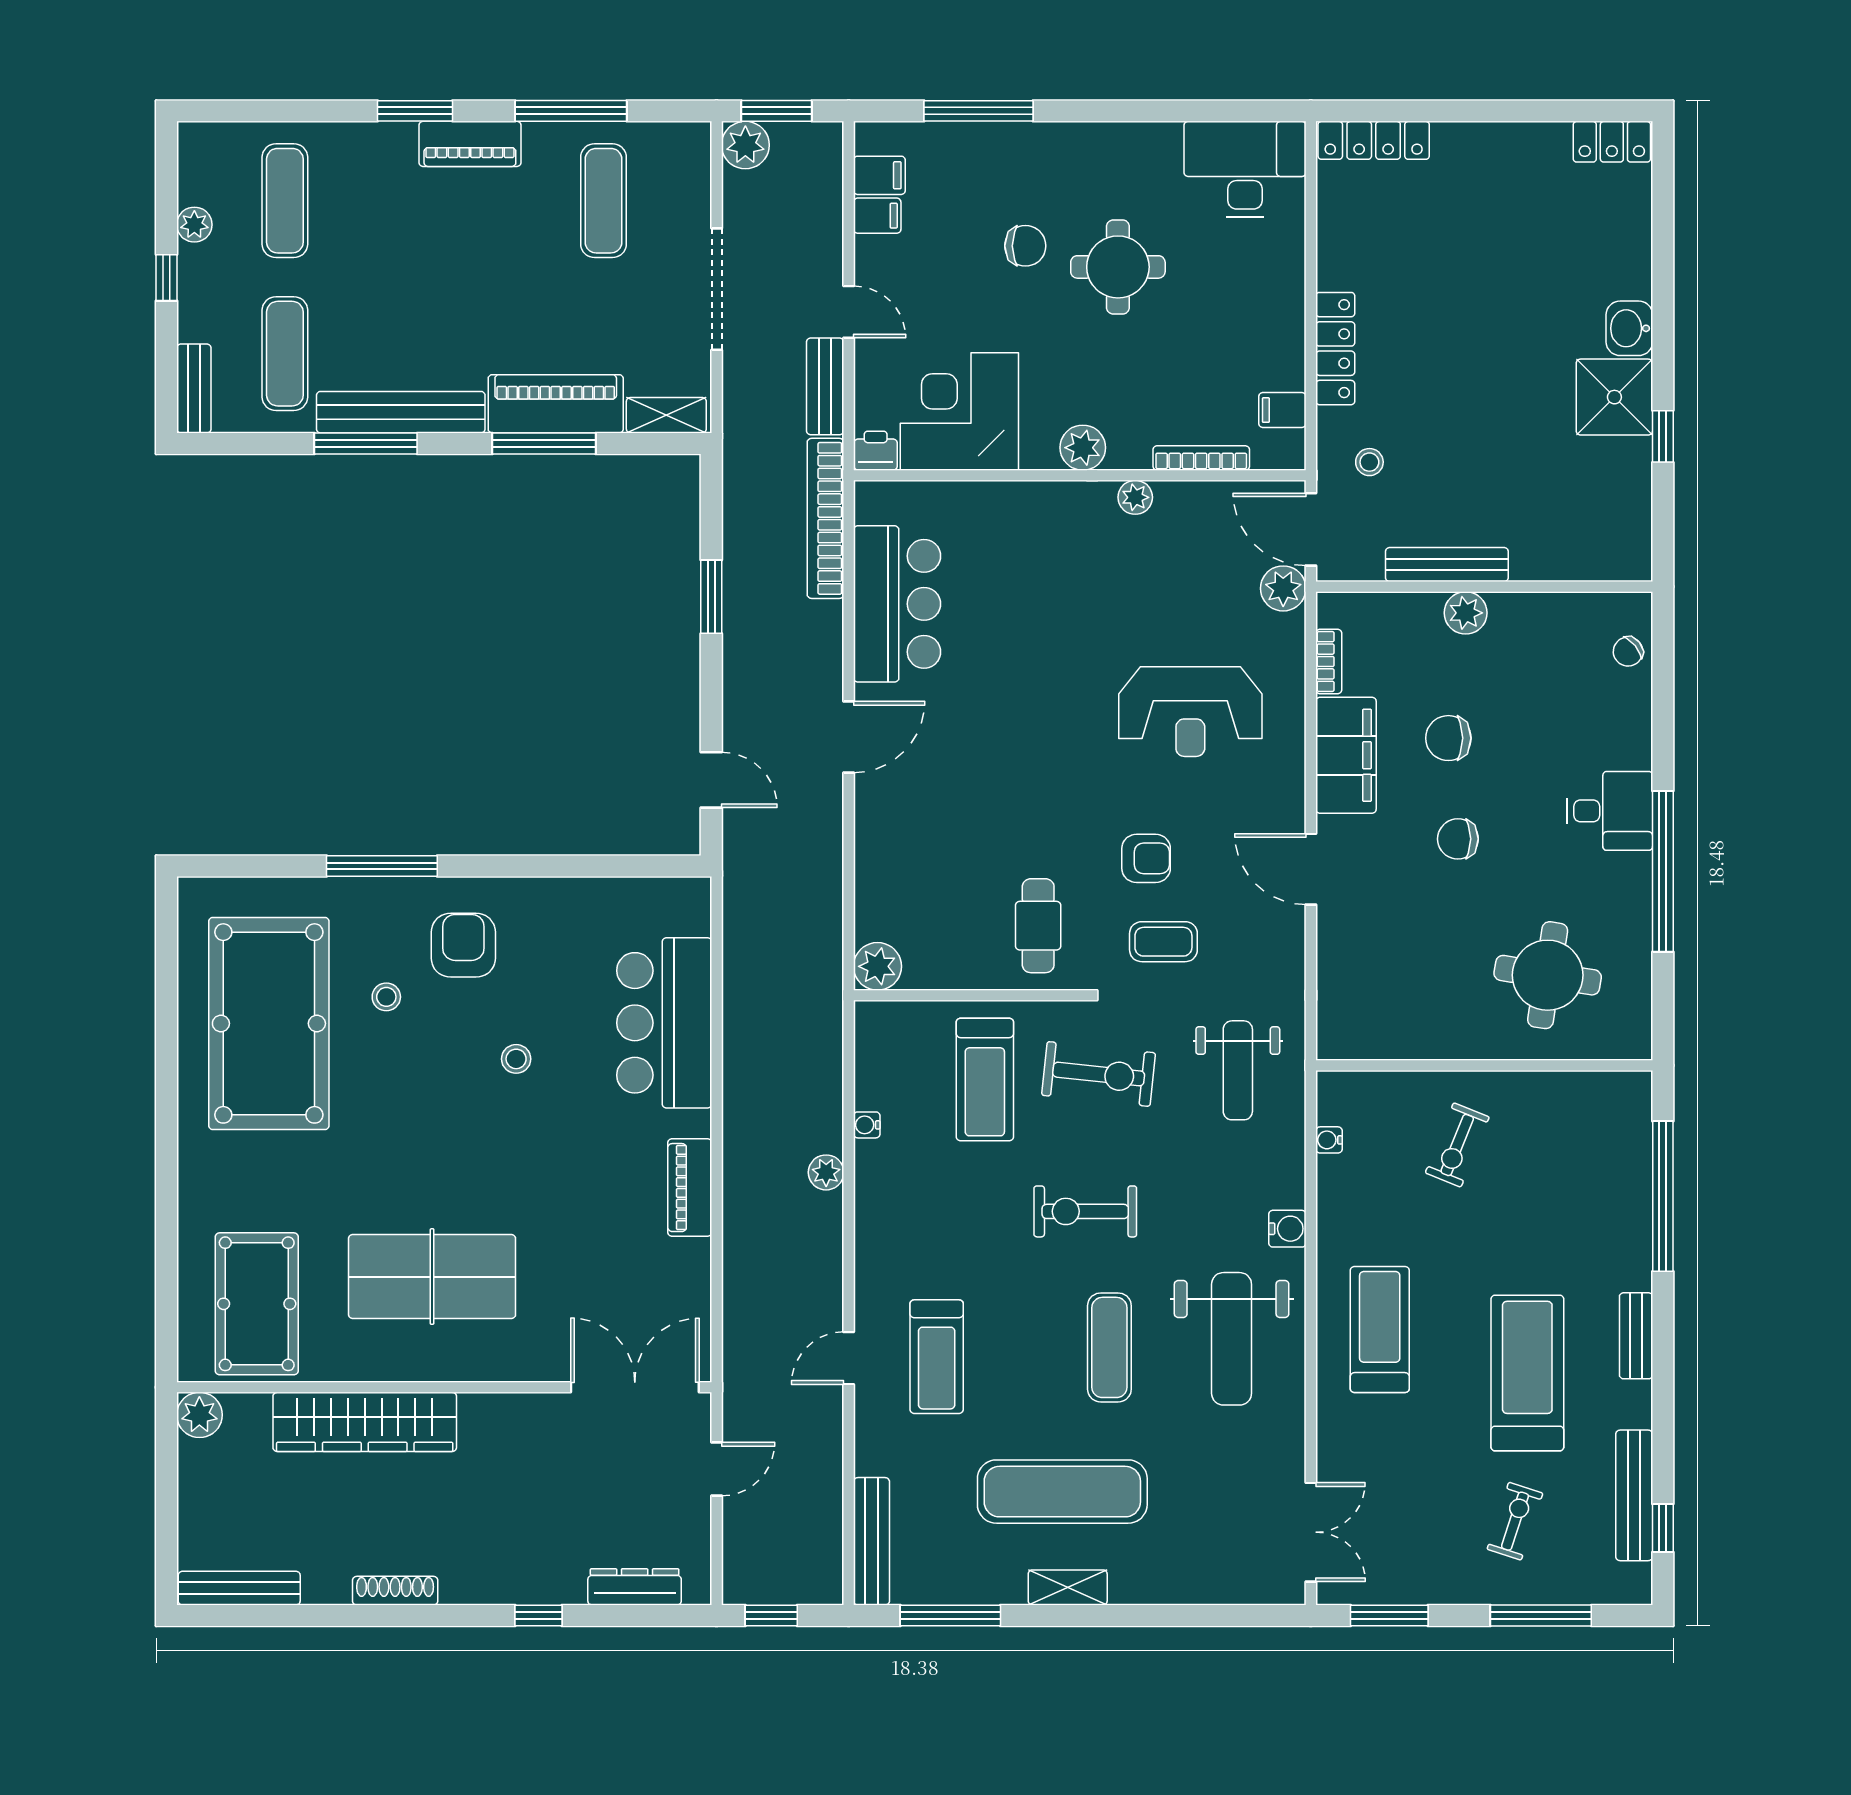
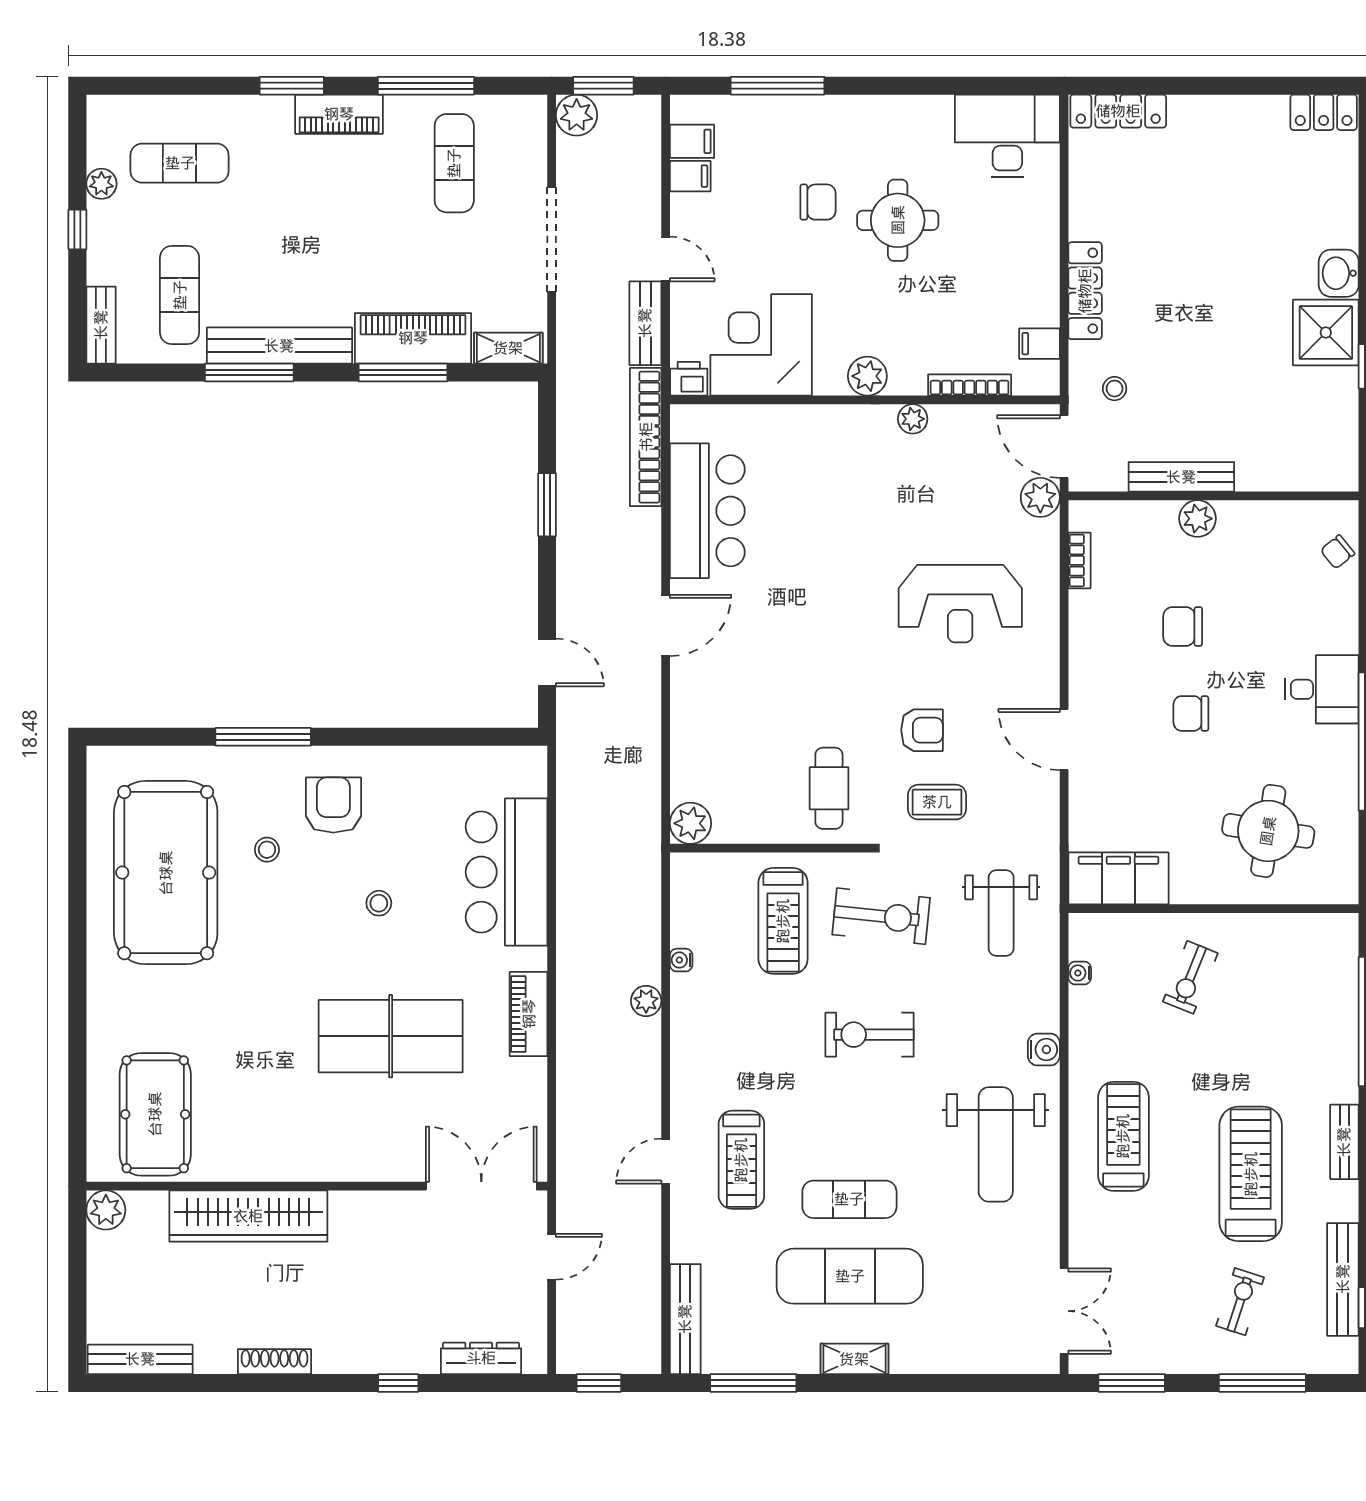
exercise mat: (285, 201) -> (180, 163), turned 90
filing cabinet: (1346, 755) -> (1118, 878), moved, turned -90
table tennis table: (432, 1277) -> (391, 1036), moved
exercise mat: (1109, 1347) -> (849, 1199), moved, turned 90

